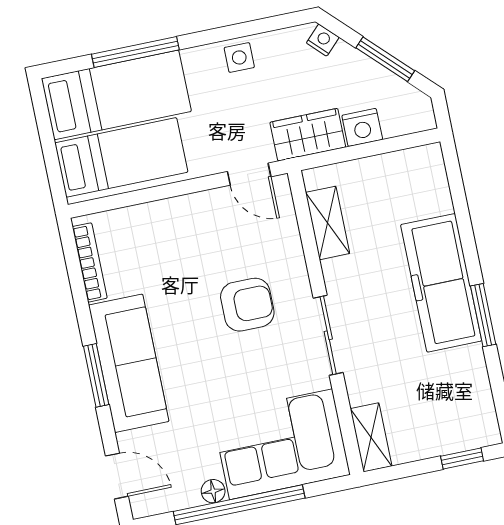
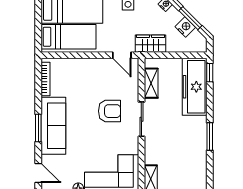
nightstand: (362, 127) -> (185, 27), moved, turned -135
window: (454, 172) -> (210, 73), added
freezer: (441, 283) -> (195, 87), moved
sliding door: (328, 335) -> (141, 119), moved

